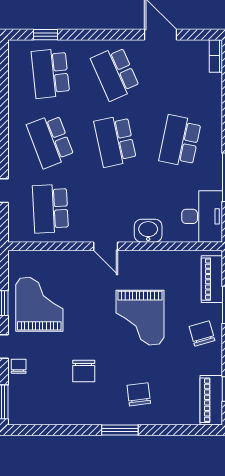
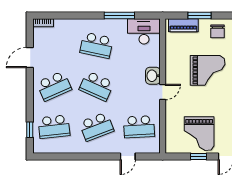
school desk: (115, 141) -> (97, 86), turned 36
washbasin: (148, 231) -> (153, 76), moved
grand piano: (39, 304) -> (199, 134), turned -90
chair: (202, 333) -> (218, 31), turned -74

